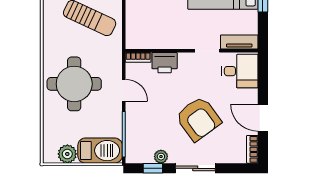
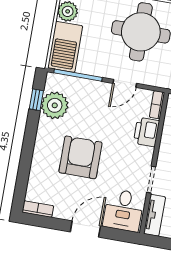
door: (263, 118) -> (85, 229), moved
armchair: (198, 119) -> (80, 157), turned 126
plant: (161, 157) -> (55, 105), width x1.88, depth x1.88
sliding door: (195, 168) -> (28, 145), removed

